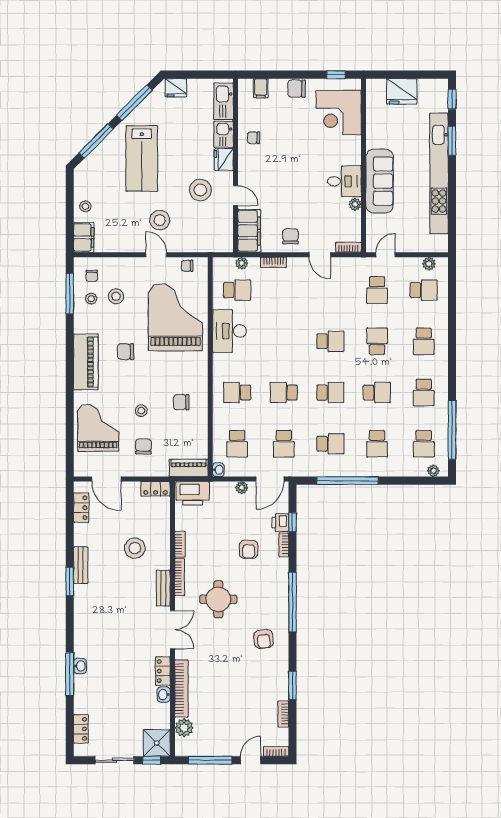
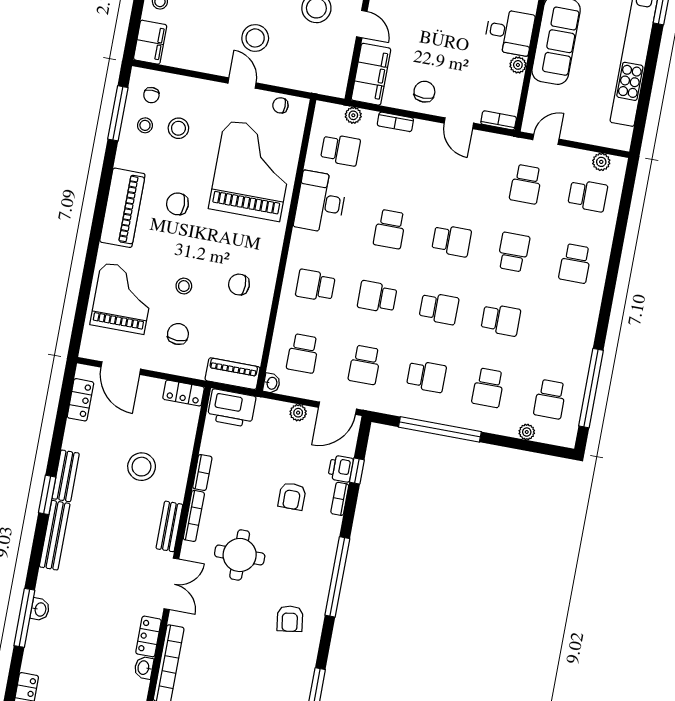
school desk: (424, 392) -> (390, 229), moved
plant: (433, 471) -> (527, 432), moved
bench: (81, 610) -> (55, 535), added

